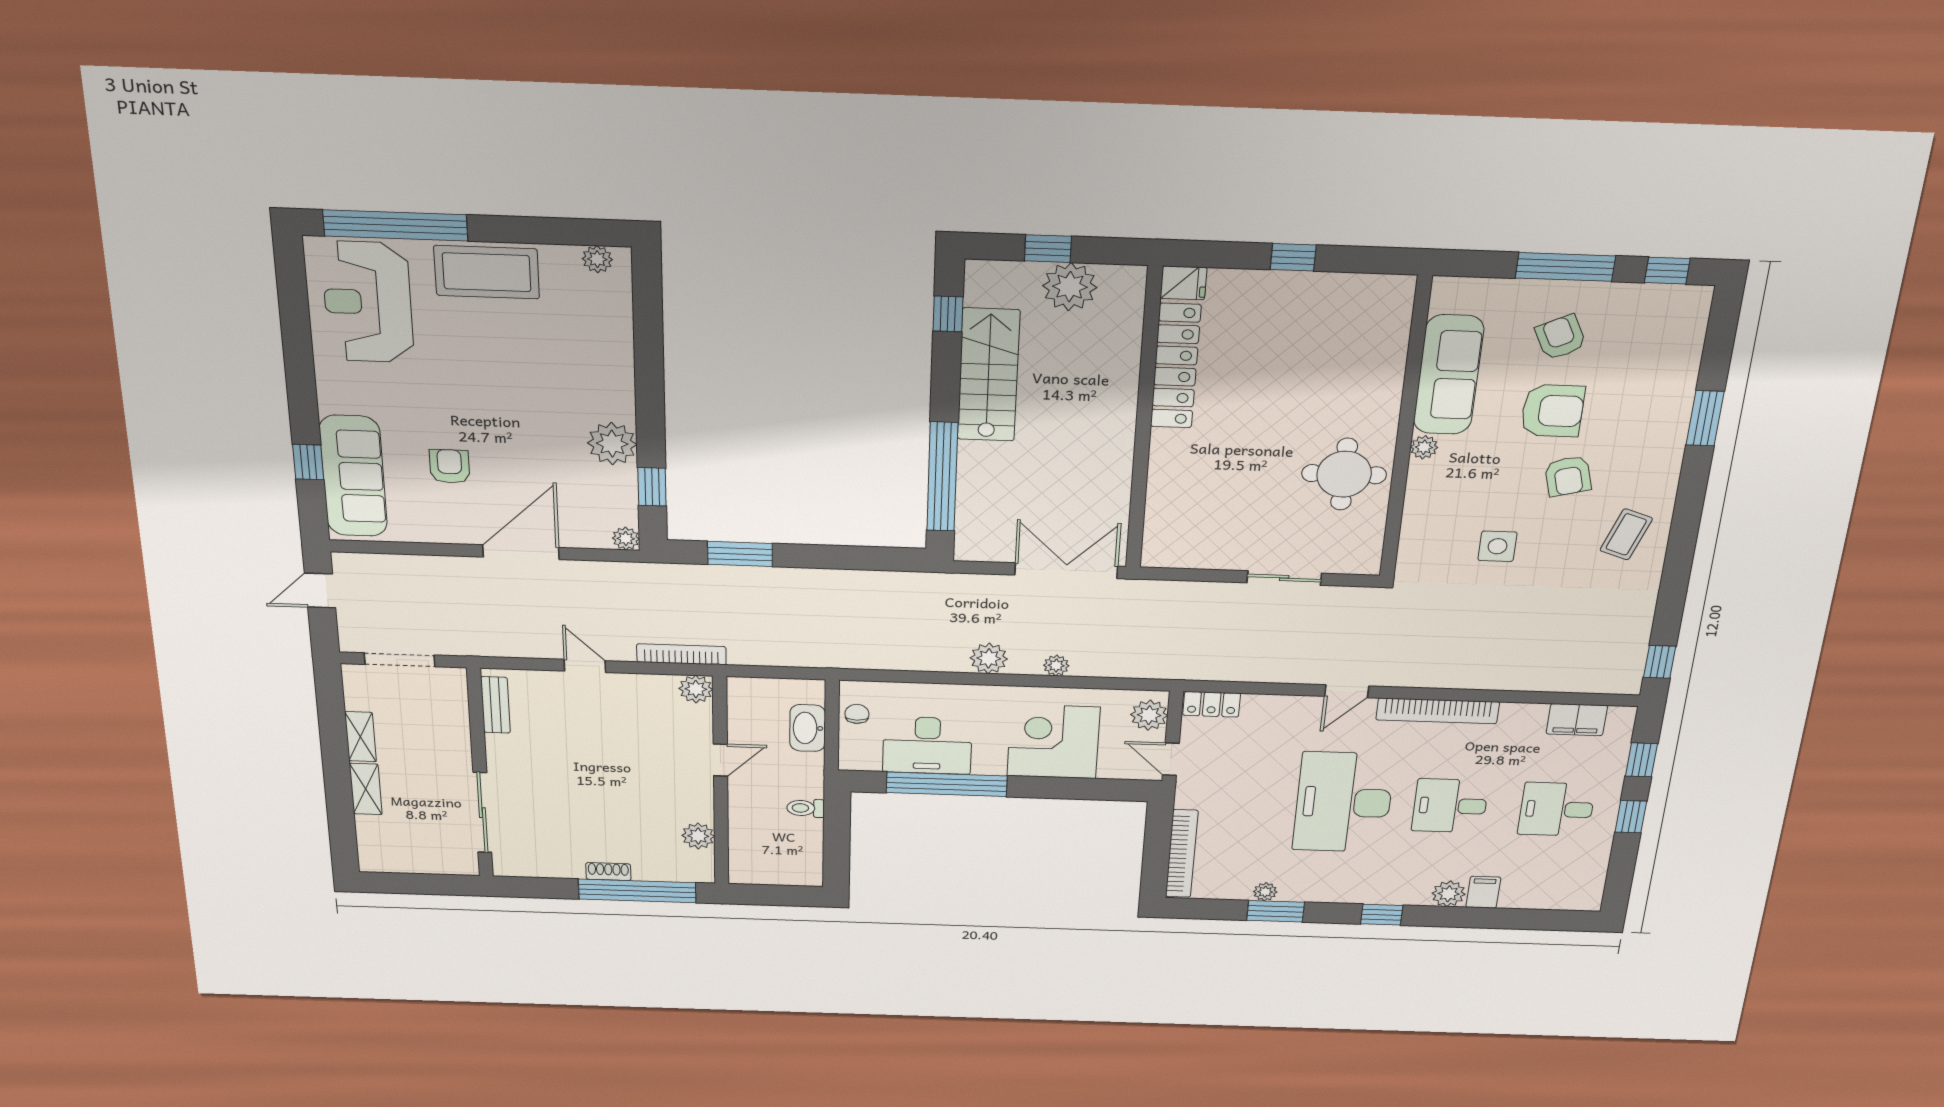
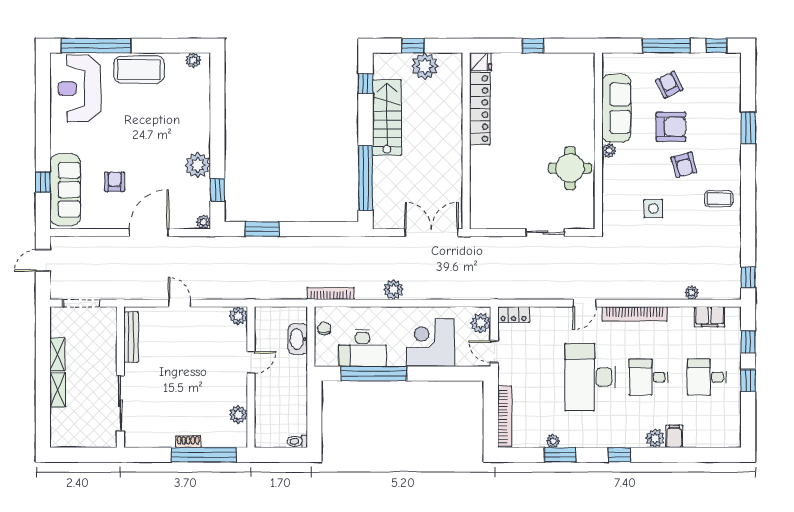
coffee table: (1626, 534) -> (719, 199), turned 71
bookcase: (681, 654) -> (331, 294), moved
plant: (1056, 666) -> (692, 293), moved
bench: (495, 705) -> (131, 337), width x1.36
toilet: (806, 808) -> (297, 441), moved

